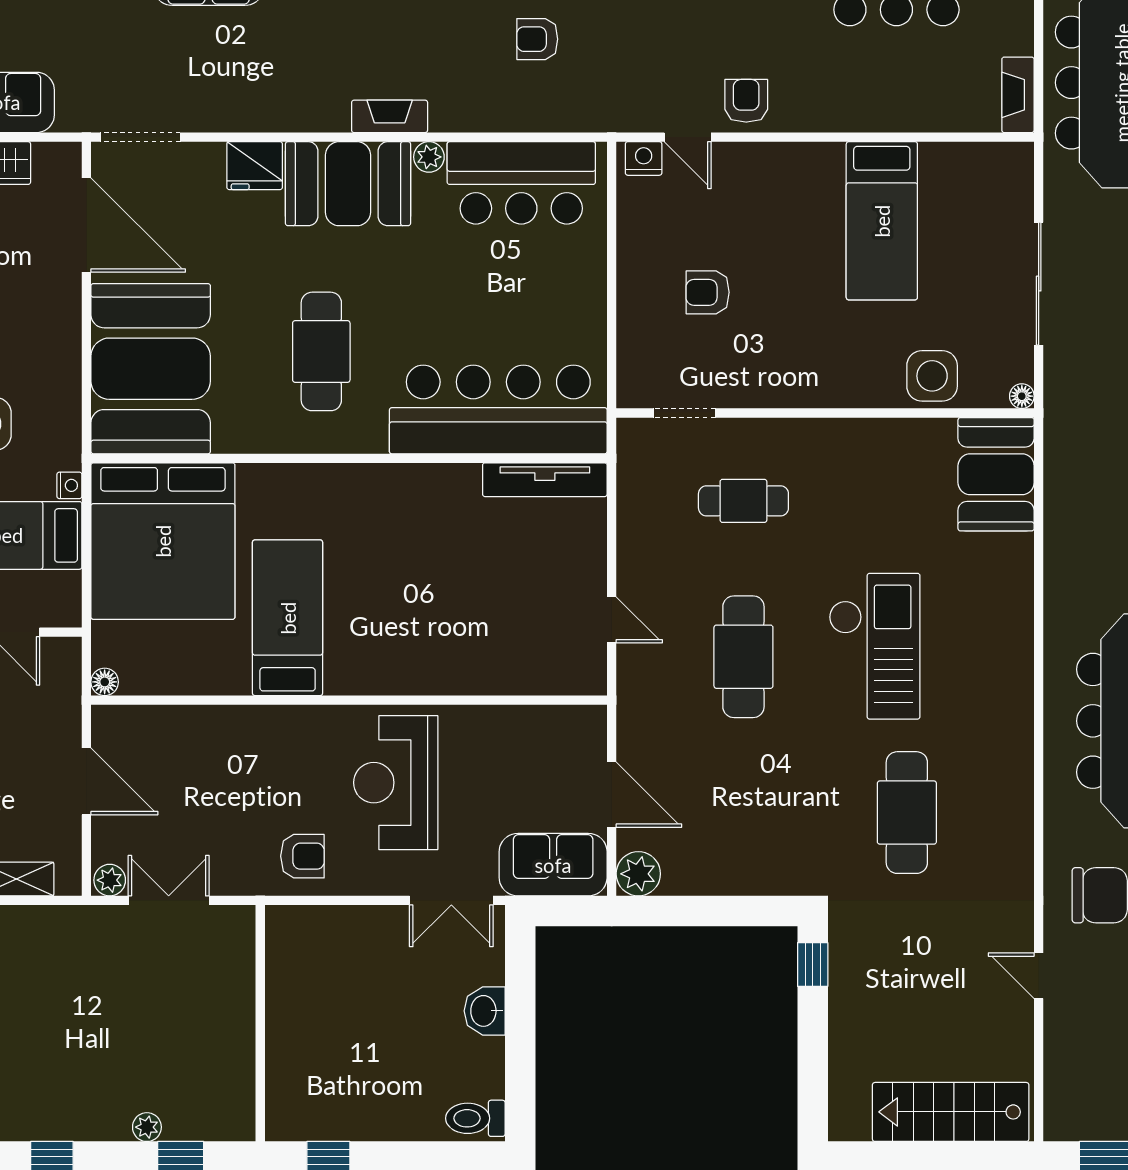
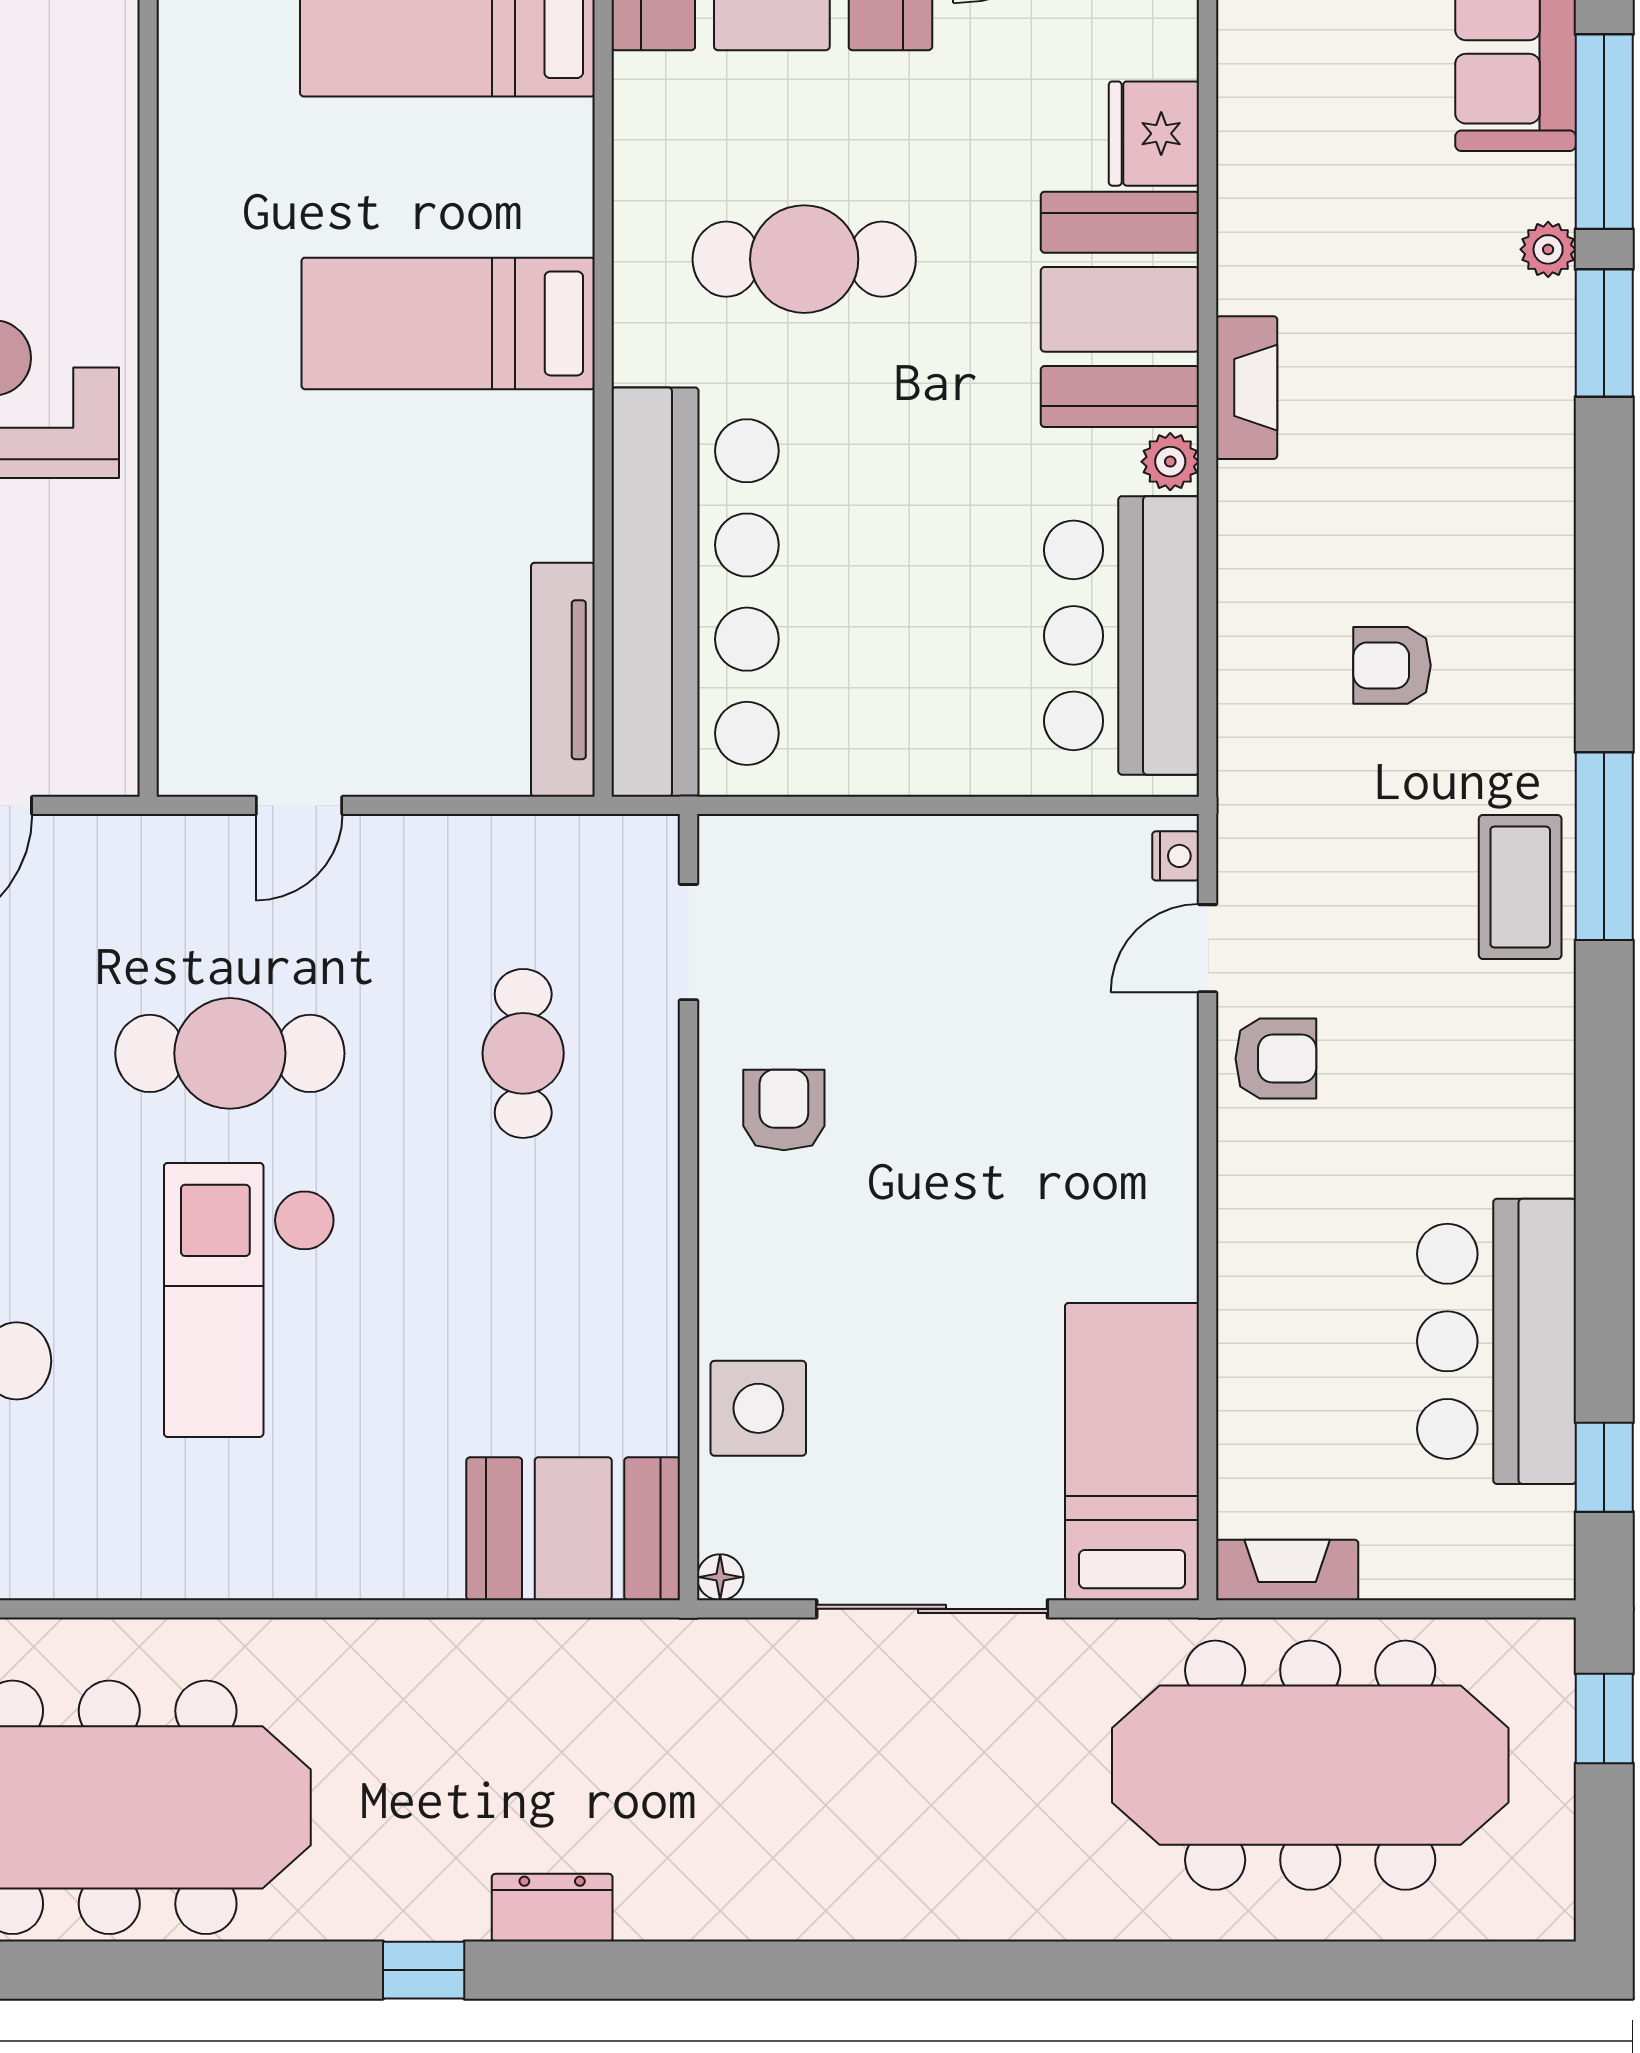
armchair: (537, 39) -> (1392, 665), turned -90
nightstand: (644, 158) -> (1176, 856), width x0.72, depth x0.74
bed: (882, 221) -> (1132, 1452), moved, turned 90
armchair: (708, 292) -> (784, 1110), moved
bed: (288, 618) -> (448, 323), moved, turned 180
checkout: (874, 646) -> (250, 1300), turned 90

